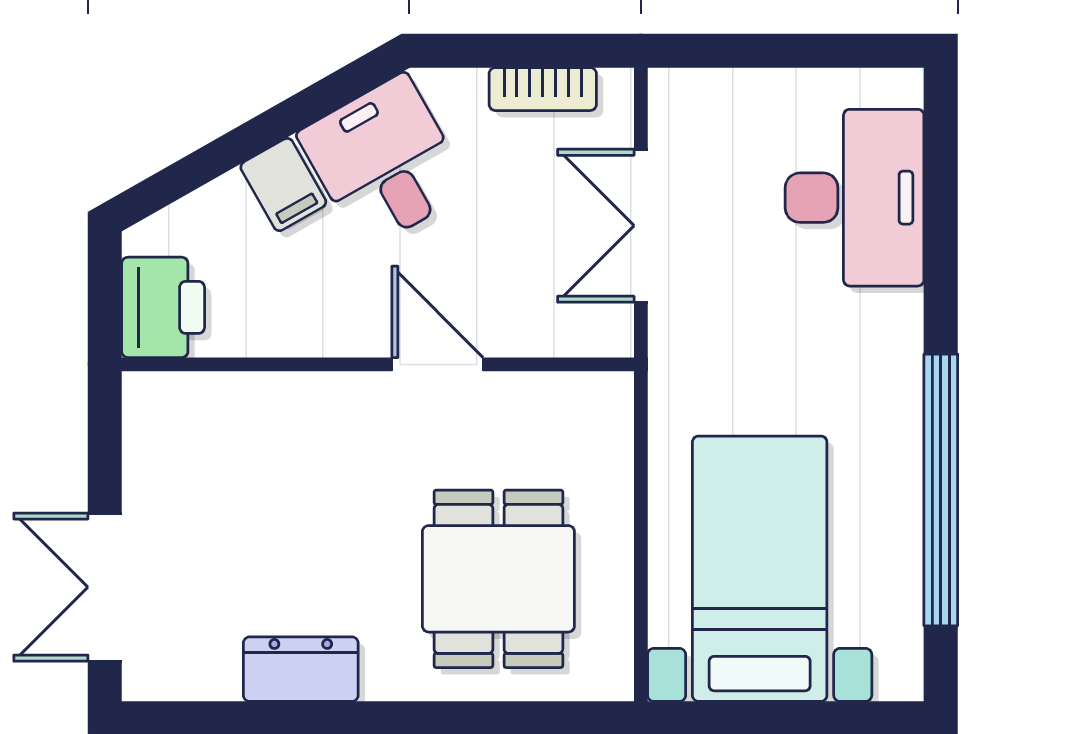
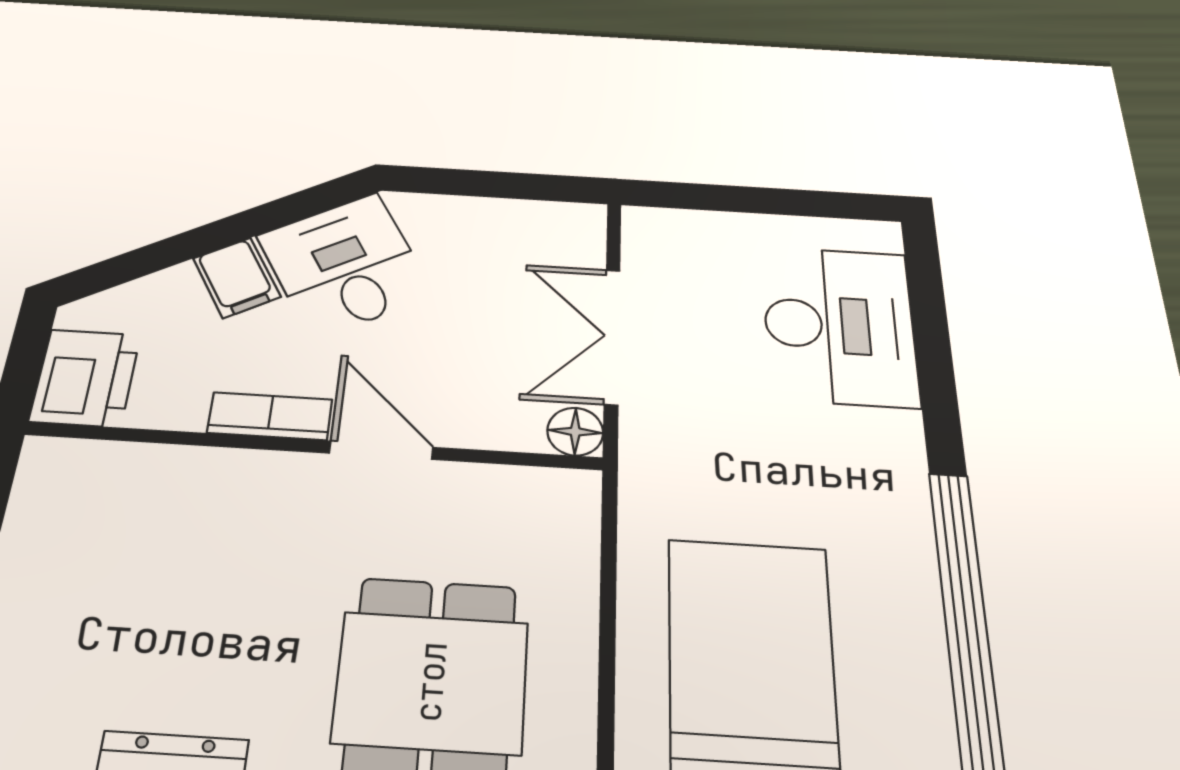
bookcase: (543, 89) -> (270, 416), moved, turned 180
floor lamp: (609, 333) -> (575, 432), added

